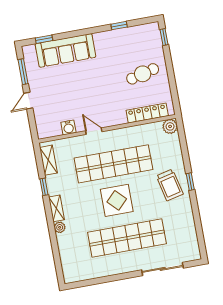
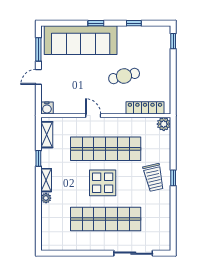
window: (44, 39) -> (96, 23), moved
sofa: (65, 50) -> (81, 40), width x1.36, depth x1.27
cafe table: (143, 74) -> (124, 76), moved
water cooler: (68, 127) -> (47, 108), moved

